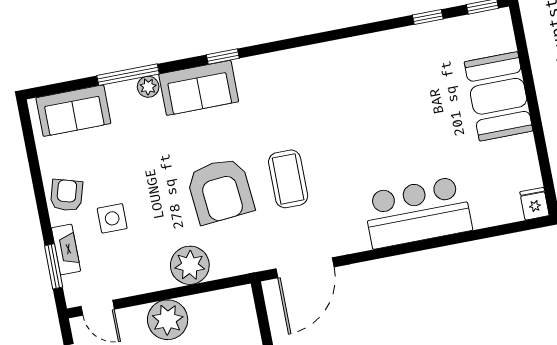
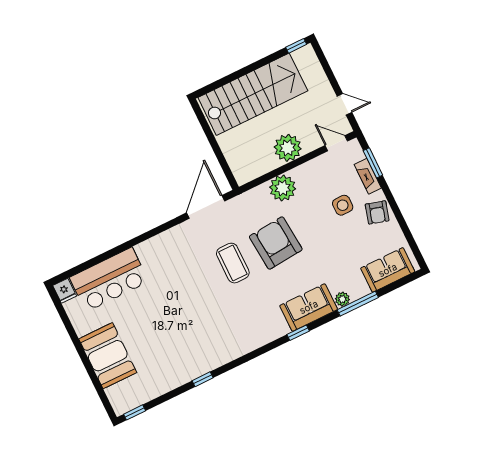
window: (428, 17) -> (203, 379), moved
bar counter: (417, 212) -> (109, 280), moved

